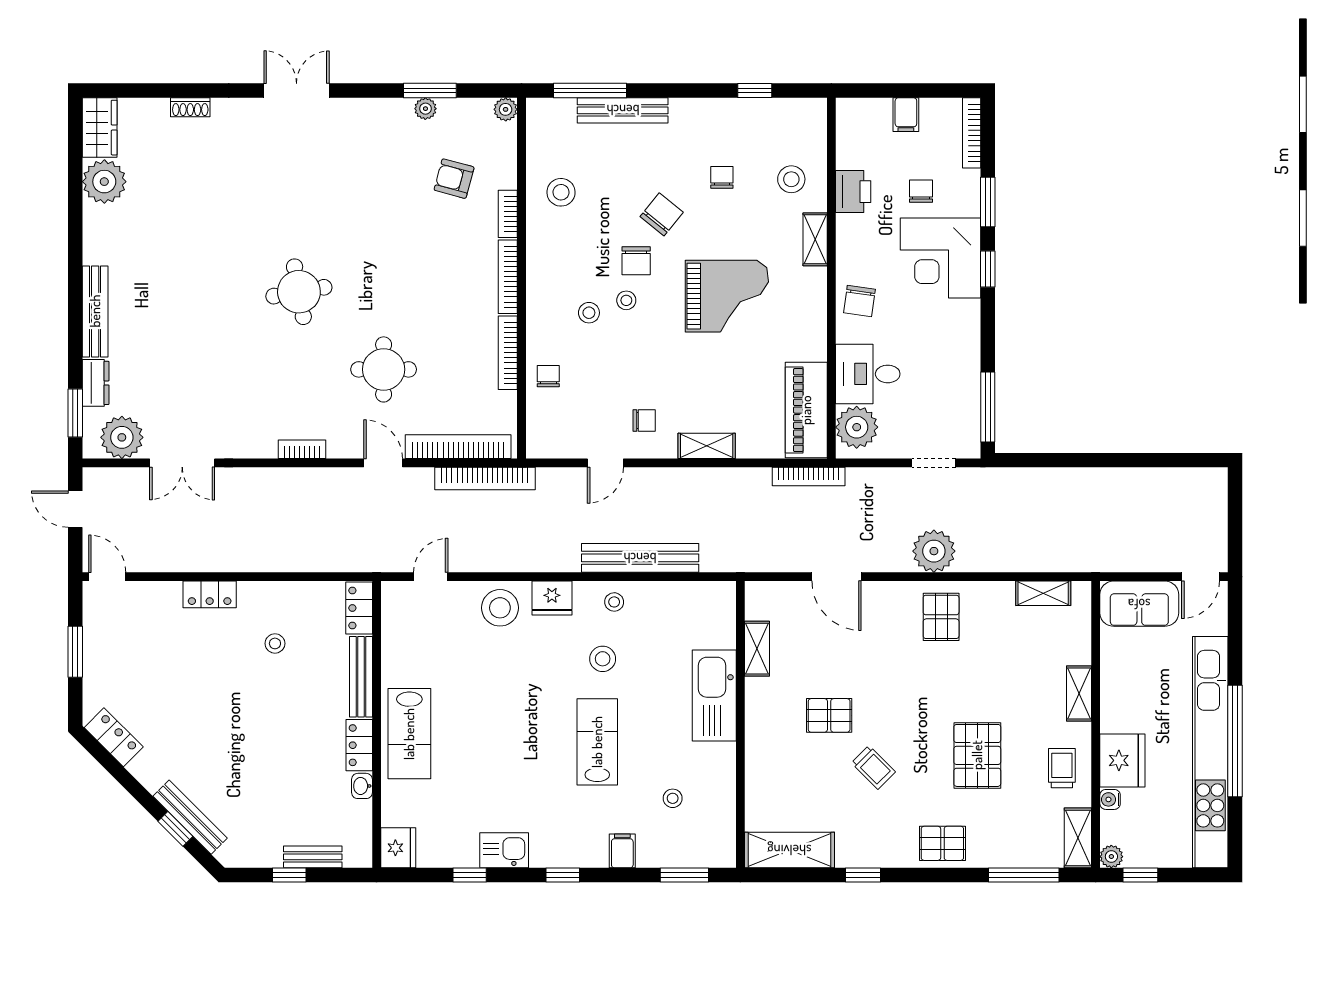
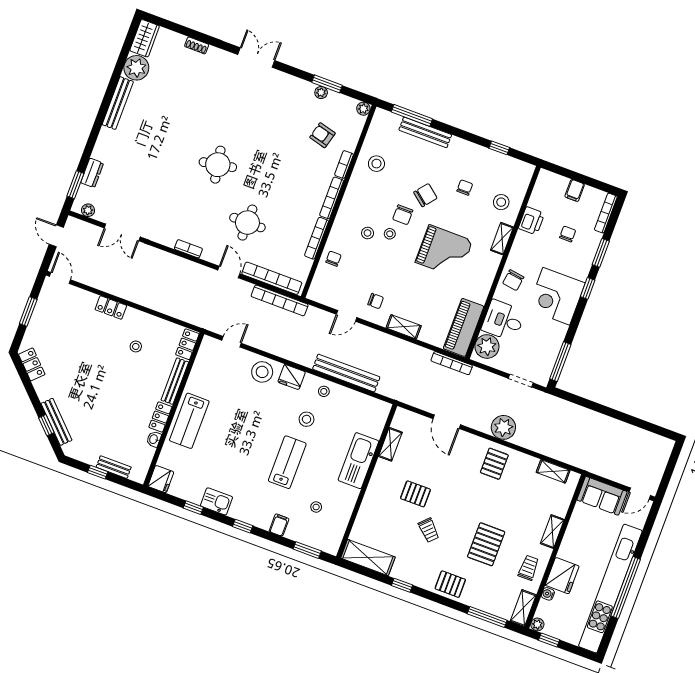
corner desk: (941, 258) -> (556, 296), moved
bench: (95, 311) -> (118, 103), moved
plant: (122, 437) -> (88, 210), width x0.53, depth x0.53

